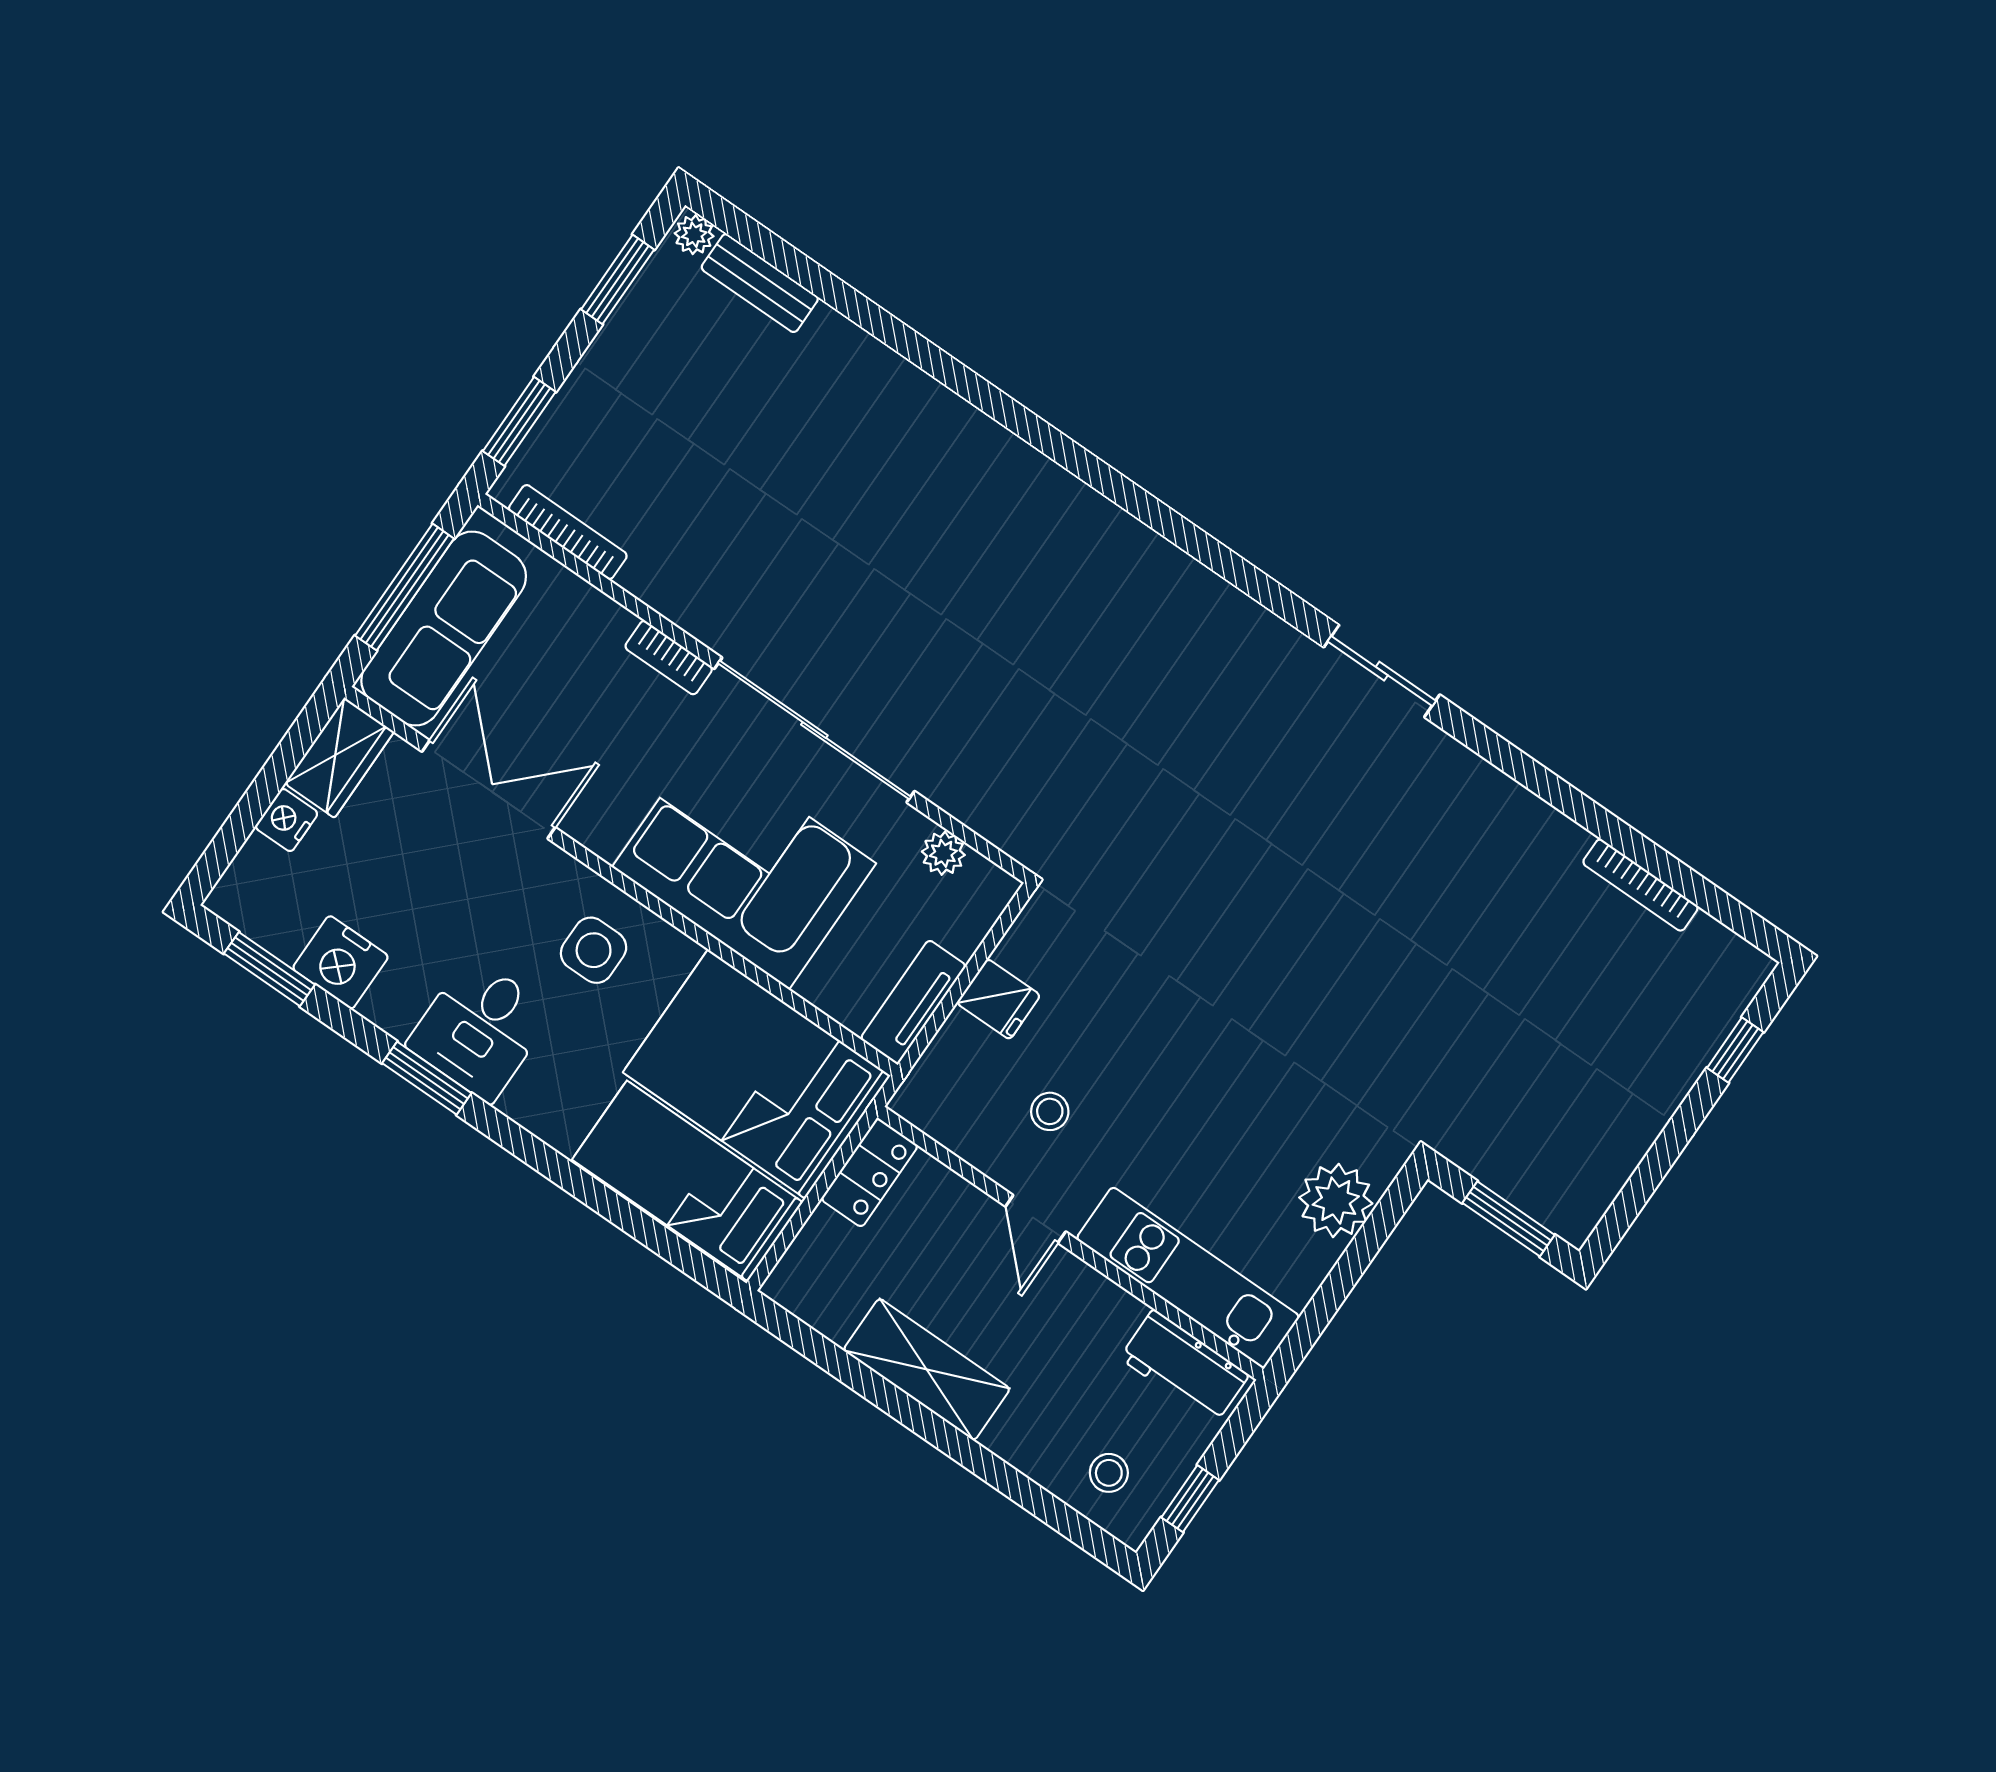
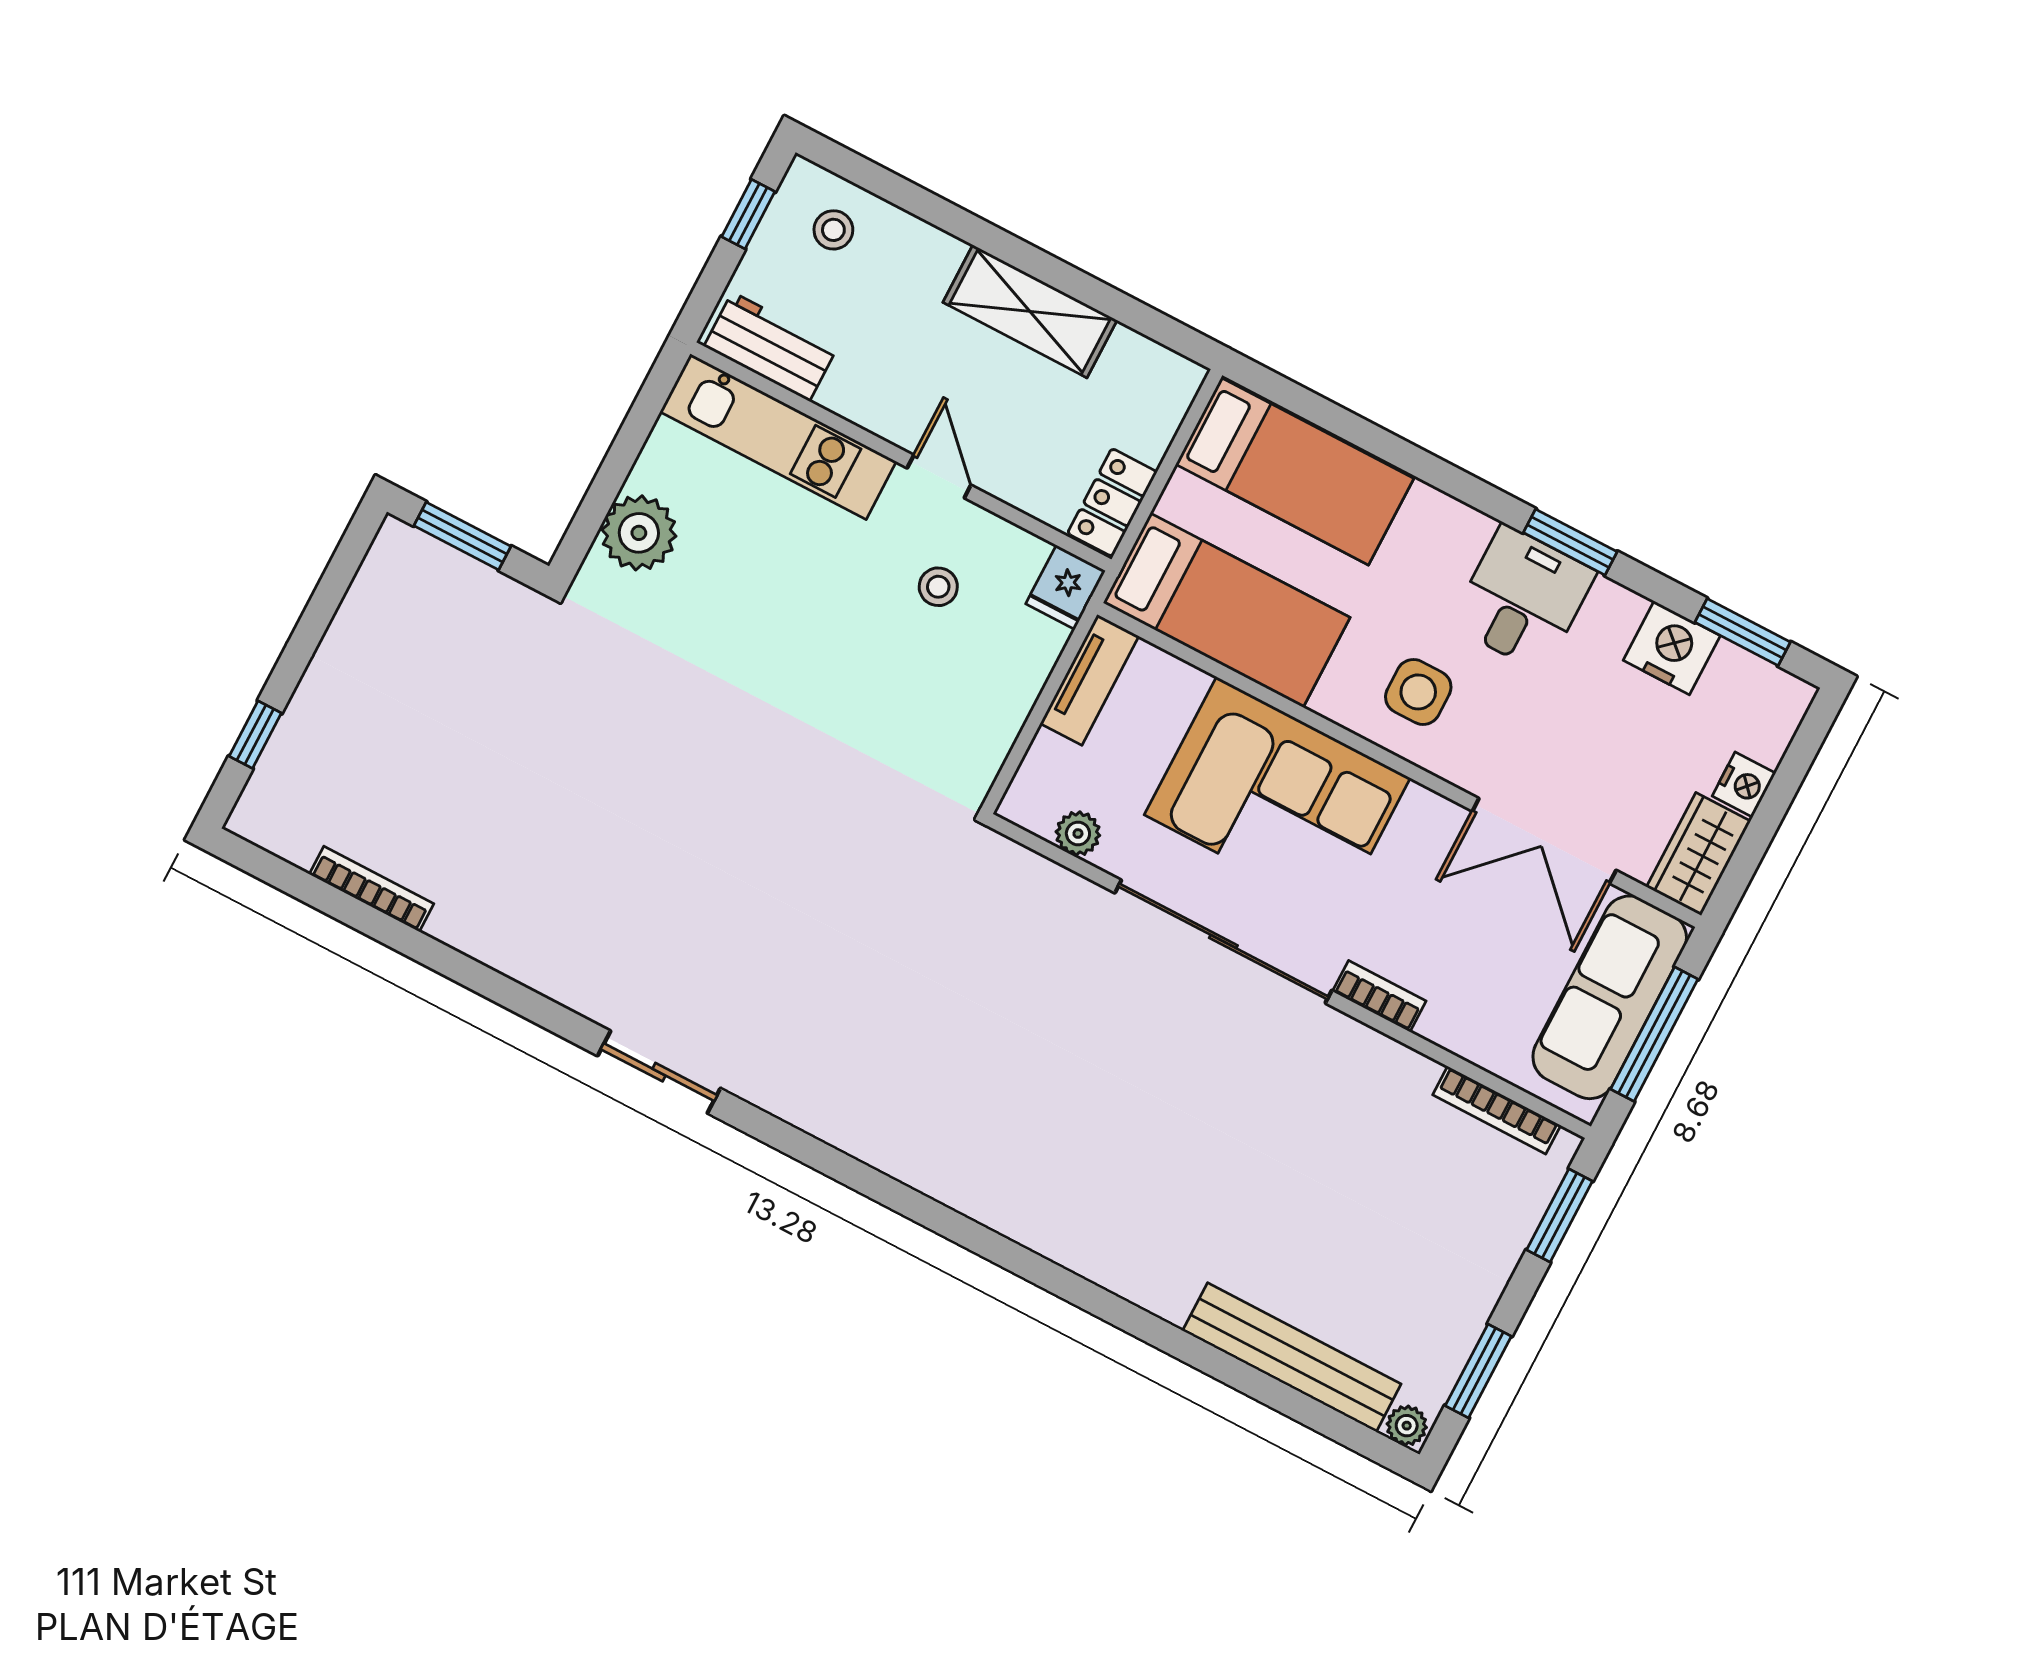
bench: (760, 283) -> (1292, 1357), width x1.86, depth x1.21
fridge: (998, 999) -> (1066, 587), moved, turned -90
bed: (757, 1074) -> (1227, 610), width x0.67

